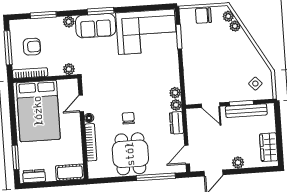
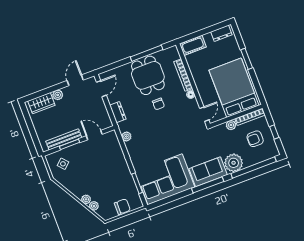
window: (101, 11) -> (208, 185), width x1.44
window: (43, 15) -> (254, 168), width x2.11
plant: (228, 16) -> (86, 199), moved
plant: (69, 22) -> (234, 163), width x1.87, depth x1.87
window: (8, 48) -> (274, 132), width x0.46
plant: (69, 69) -> (231, 125), moved
door: (81, 104) -> (204, 114), moved
plant: (176, 105) -> (123, 127), removed
wardrobe: (269, 147) -> (41, 103), moved, turned 90
window: (16, 157) -> (247, 59), moved
window: (156, 177) -> (147, 53), moved

